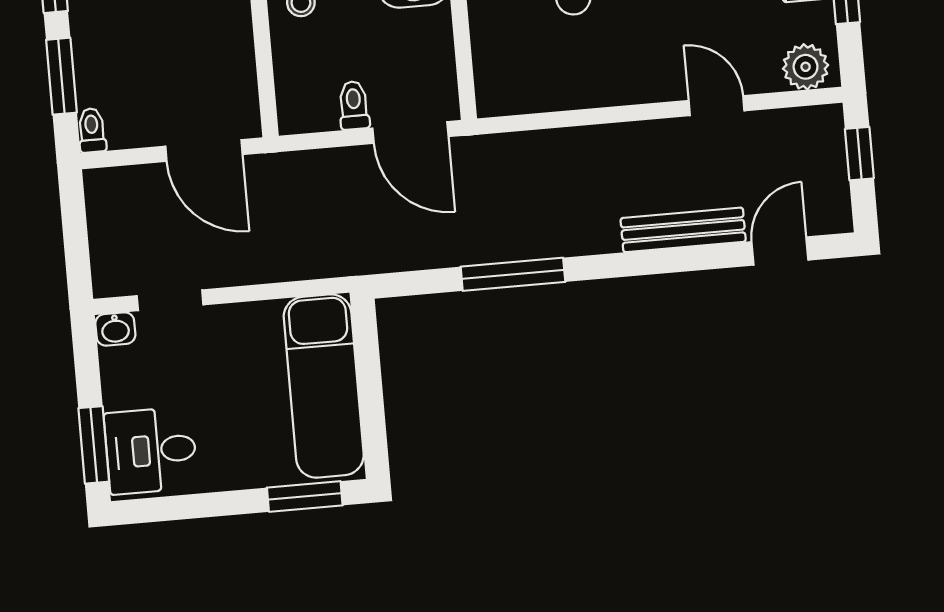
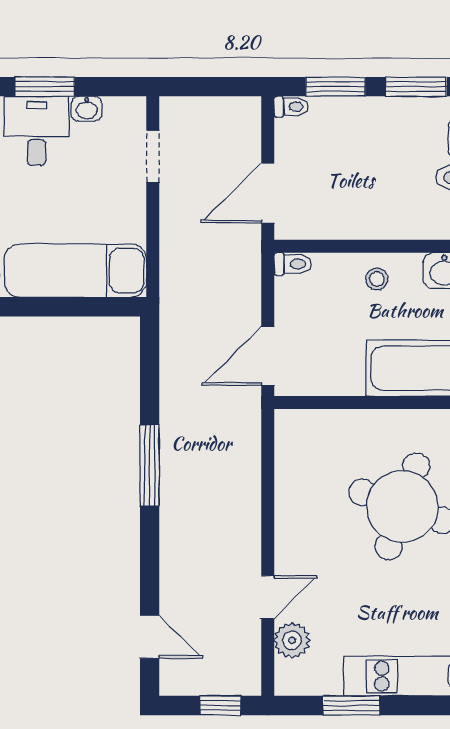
plant: (806, 67) -> (292, 640), moved
toilet: (354, 105) -> (293, 264), moved
bench: (683, 230) -> (173, 562), removed
window: (513, 274) -> (150, 465), moved
washbasin: (115, 329) -> (87, 109), moved, turned -90

